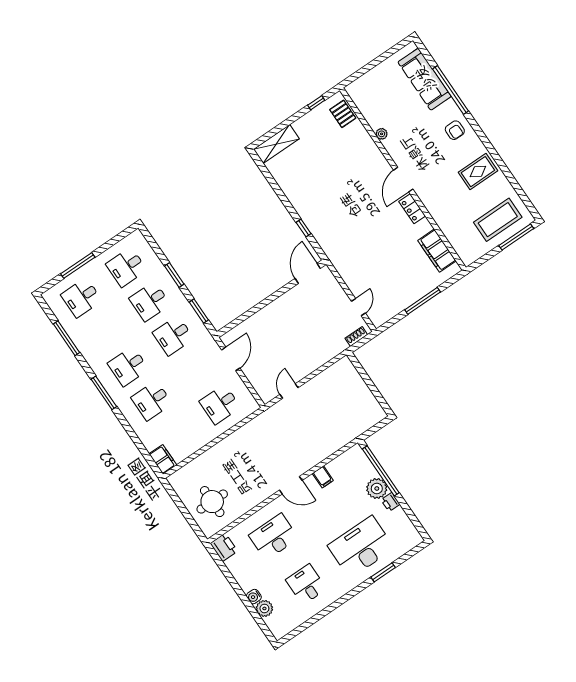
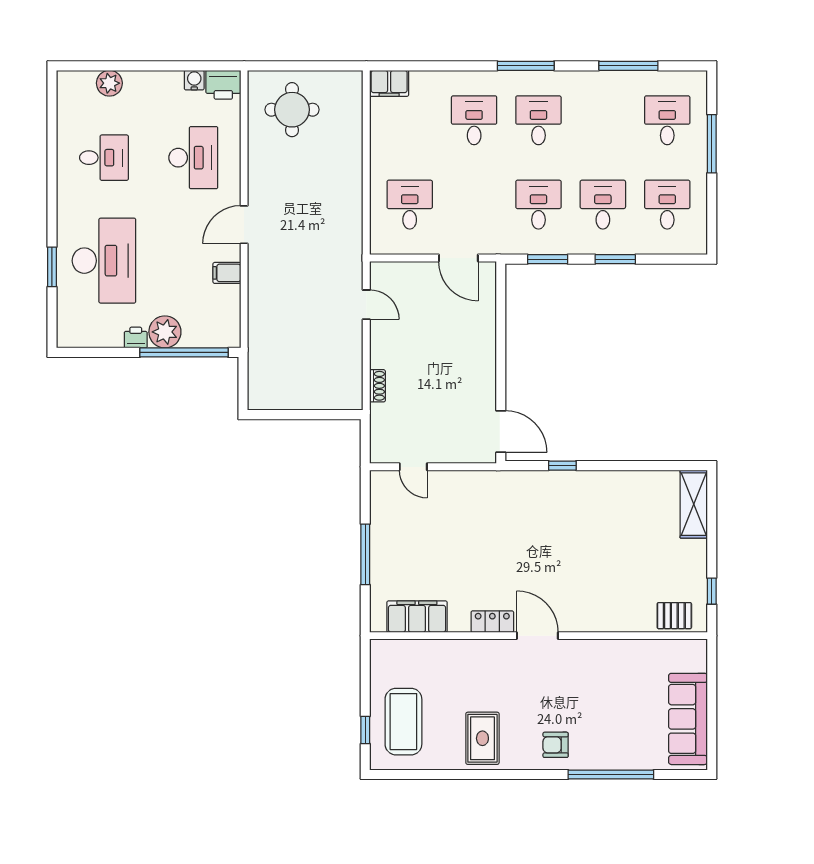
sofa: (425, 79) -> (688, 719), moved, turned -90
plant: (382, 134) -> (615, 648), removed
window: (516, 237) -> (365, 730), width x0.46
shoe rack: (356, 336) -> (377, 386), moved
water cooler: (254, 597) -> (194, 80), moved

